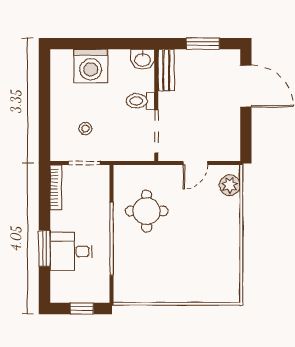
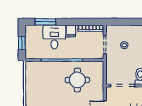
filing cabinet: (61, 222) -> (71, 31), added
window: (44, 248) -> (45, 22), moved

